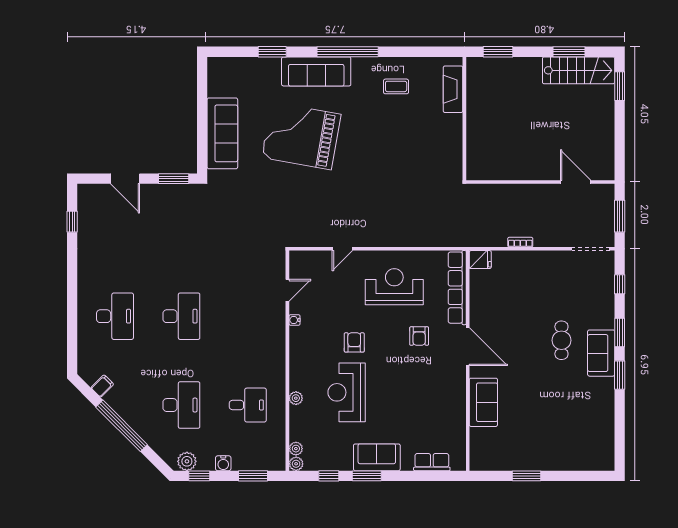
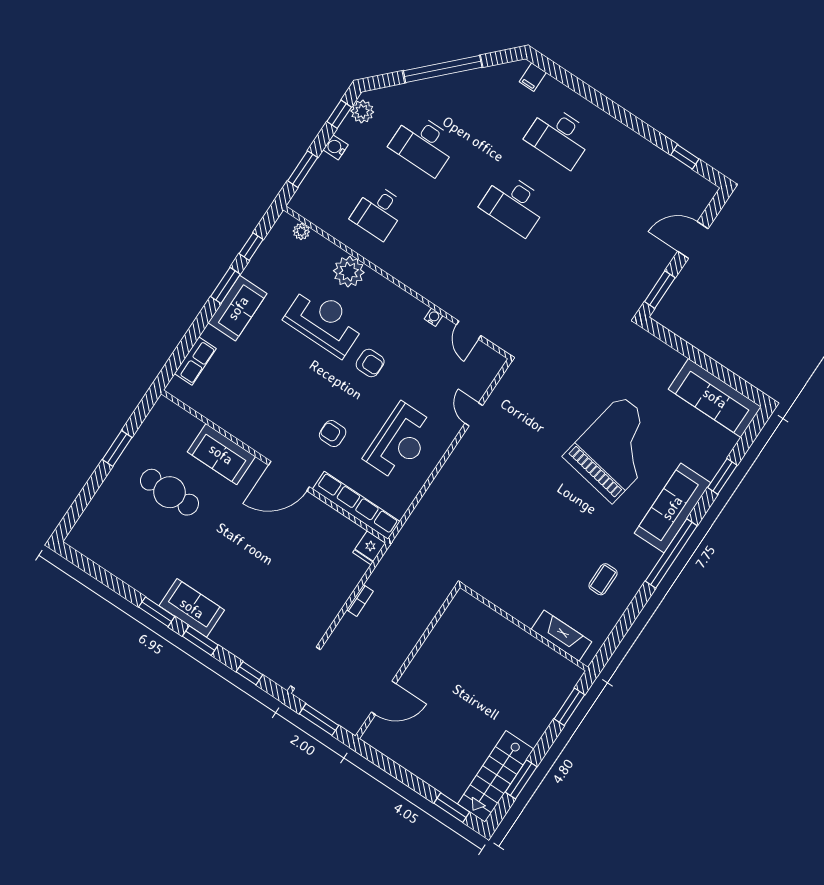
sofa: (222, 133) -> (715, 398), moved
cafe table: (561, 340) -> (169, 492), moved, width x1.37, depth x1.35
filing cabinet: (102, 386) -> (533, 77), moved, turned 45
plant: (296, 398) -> (349, 272), width x1.88, depth x1.88
plant: (296, 464) -> (286, 221), removed

